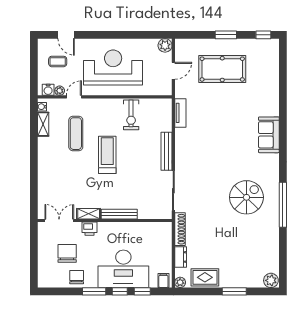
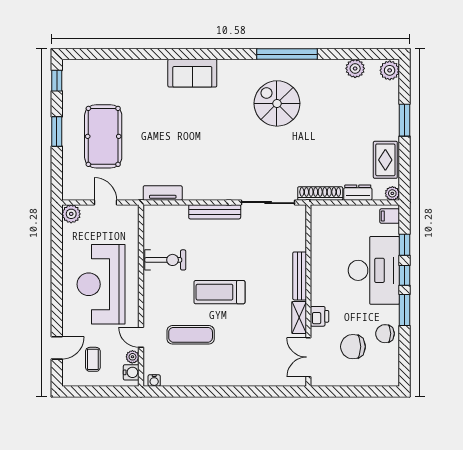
shelving: (43, 124) -> (178, 379), removed
plant: (272, 255) -> (355, 68), added

